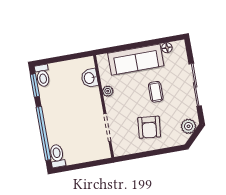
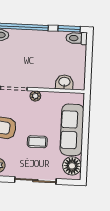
floor lamp: (167, 48) -> (72, 166), width x1.89, depth x1.89
plant: (108, 91) -> (35, 96), moved

